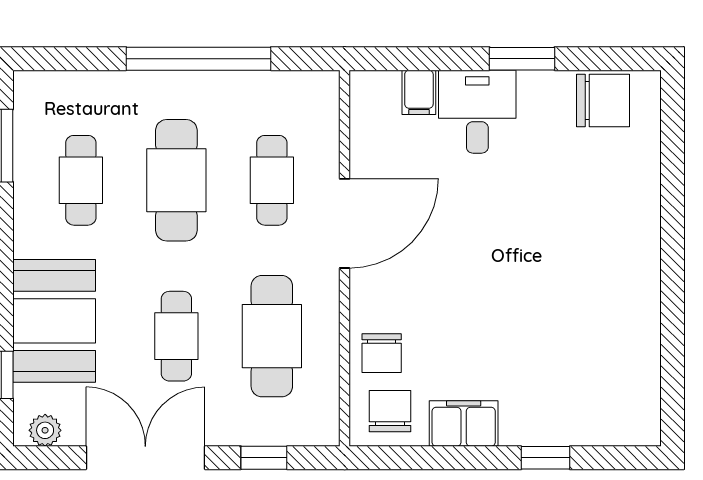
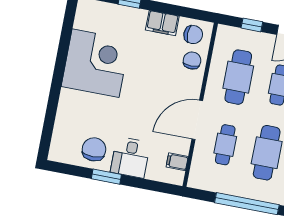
filing cabinet: (419, 92) -> (177, 162), moved, turned -90
chair: (603, 100) -> (94, 149), moved, turned 90
corner desk: (595, 306) -> (96, 63), added
chair: (390, 411) -> (193, 35), turned -90

